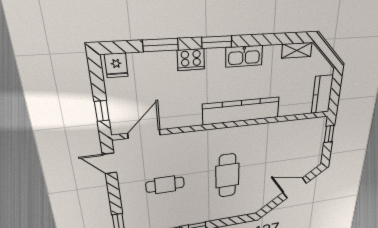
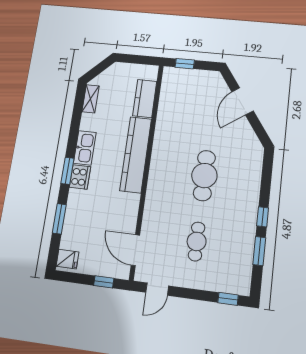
cooker: (191, 60) -> (80, 177), moved
kitchen counter: (322, 94) -> (145, 98), moved, turned 90
cafe table: (227, 176) -> (204, 176), turned 90

